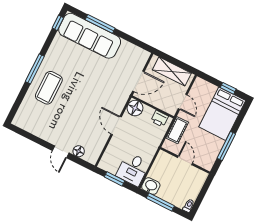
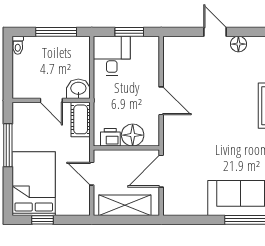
floor lamp: (135, 108) -> (133, 135), moved
cot: (177, 130) -> (81, 119), moved
floor lamp: (79, 151) -> (238, 44), moved
washbasin: (151, 186) -> (78, 89), moved, turned 180

